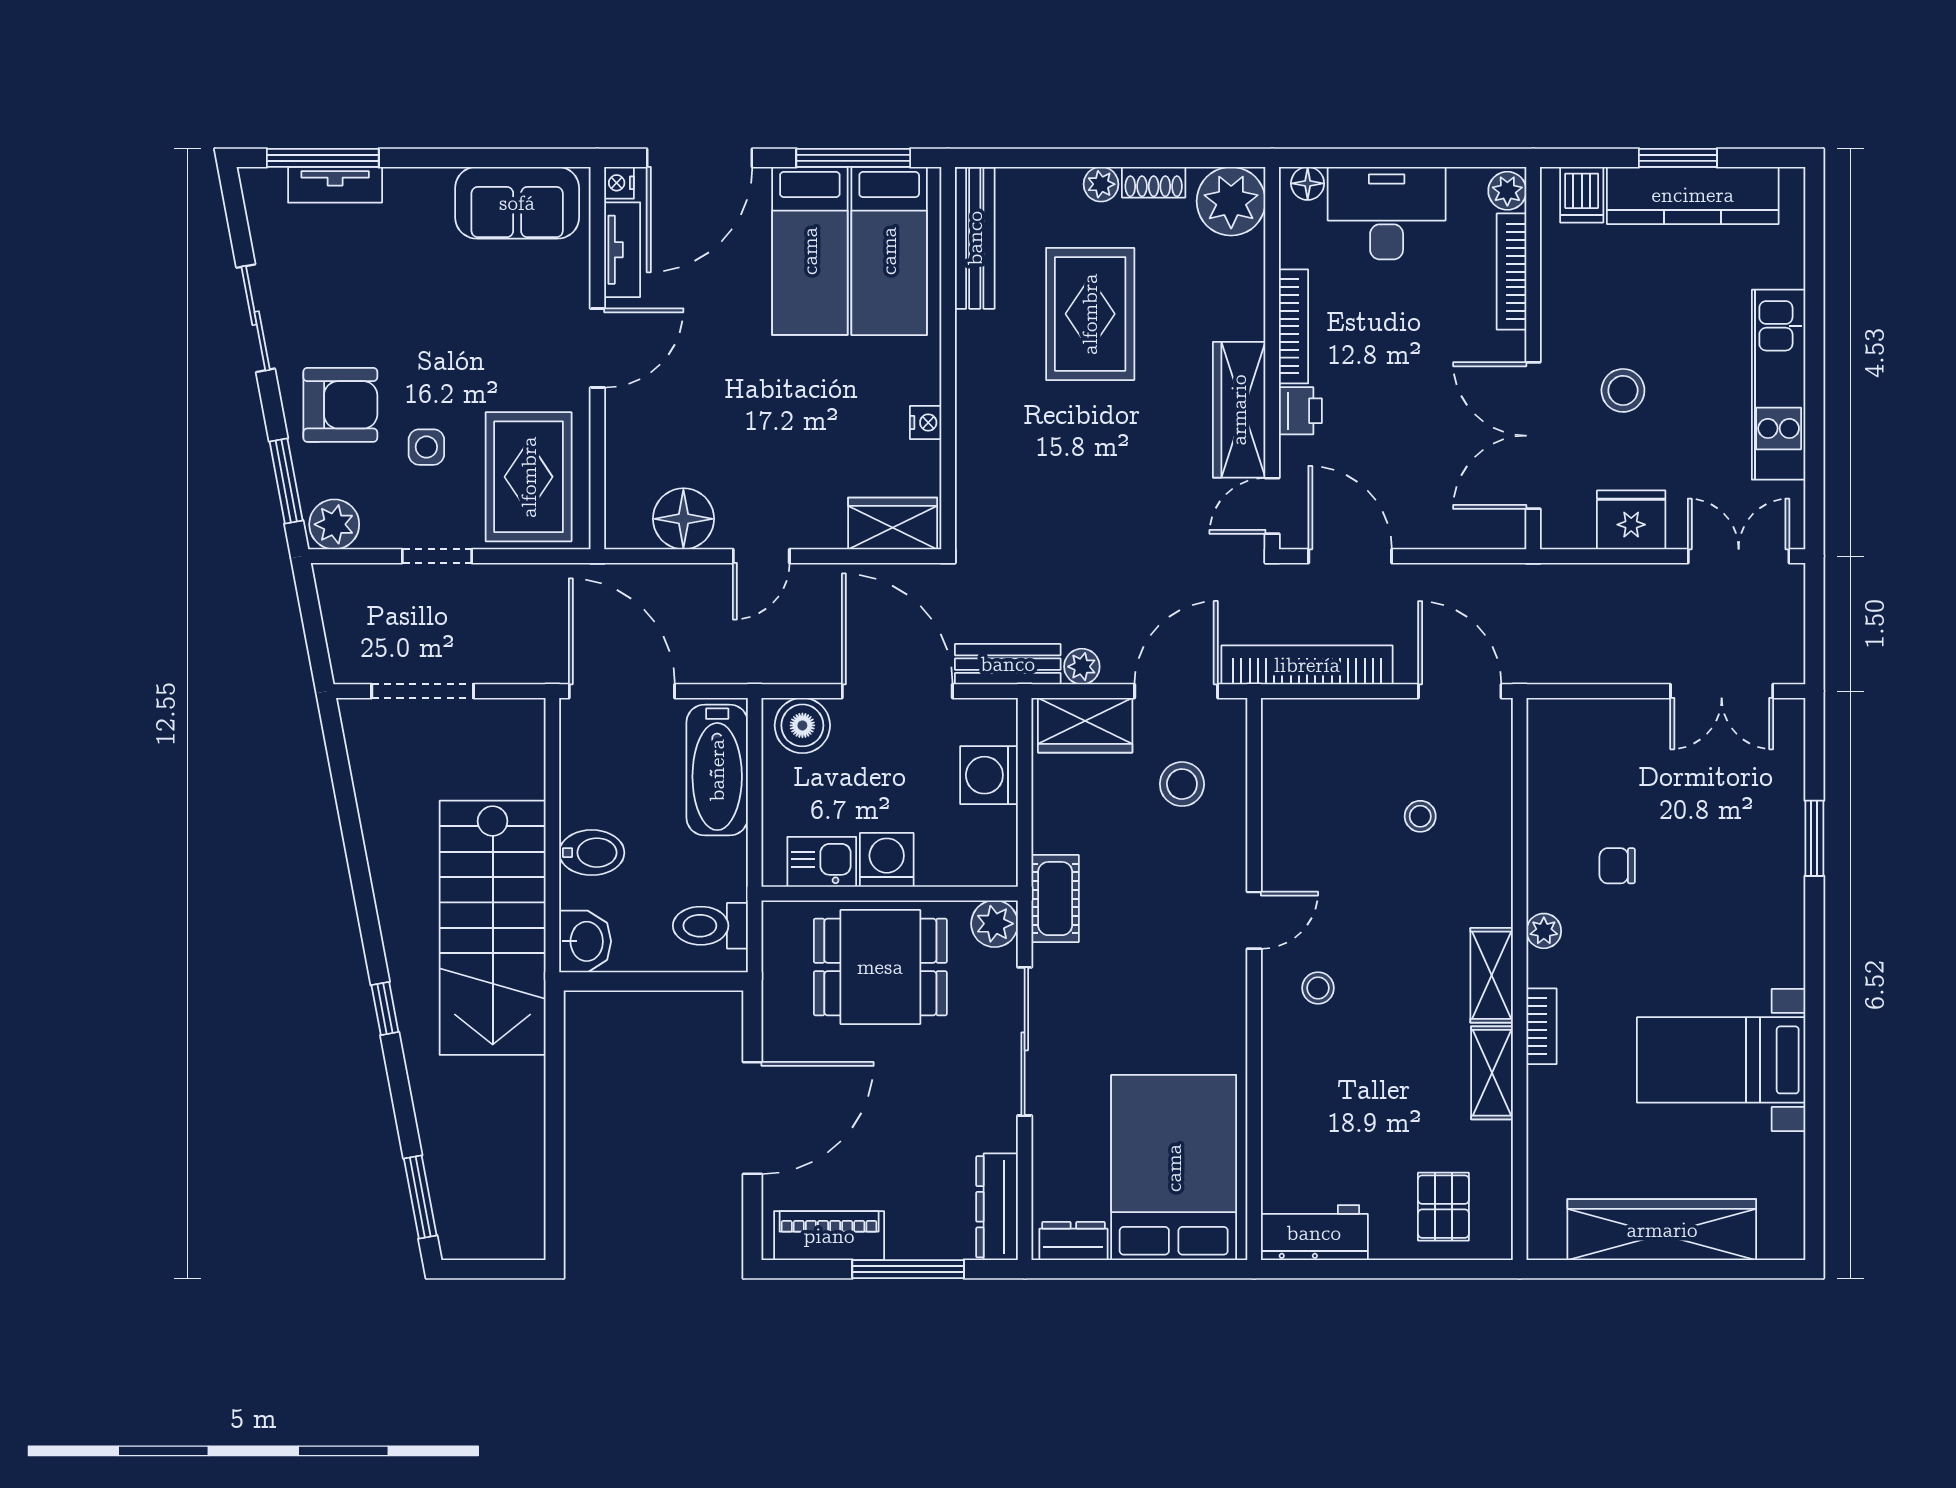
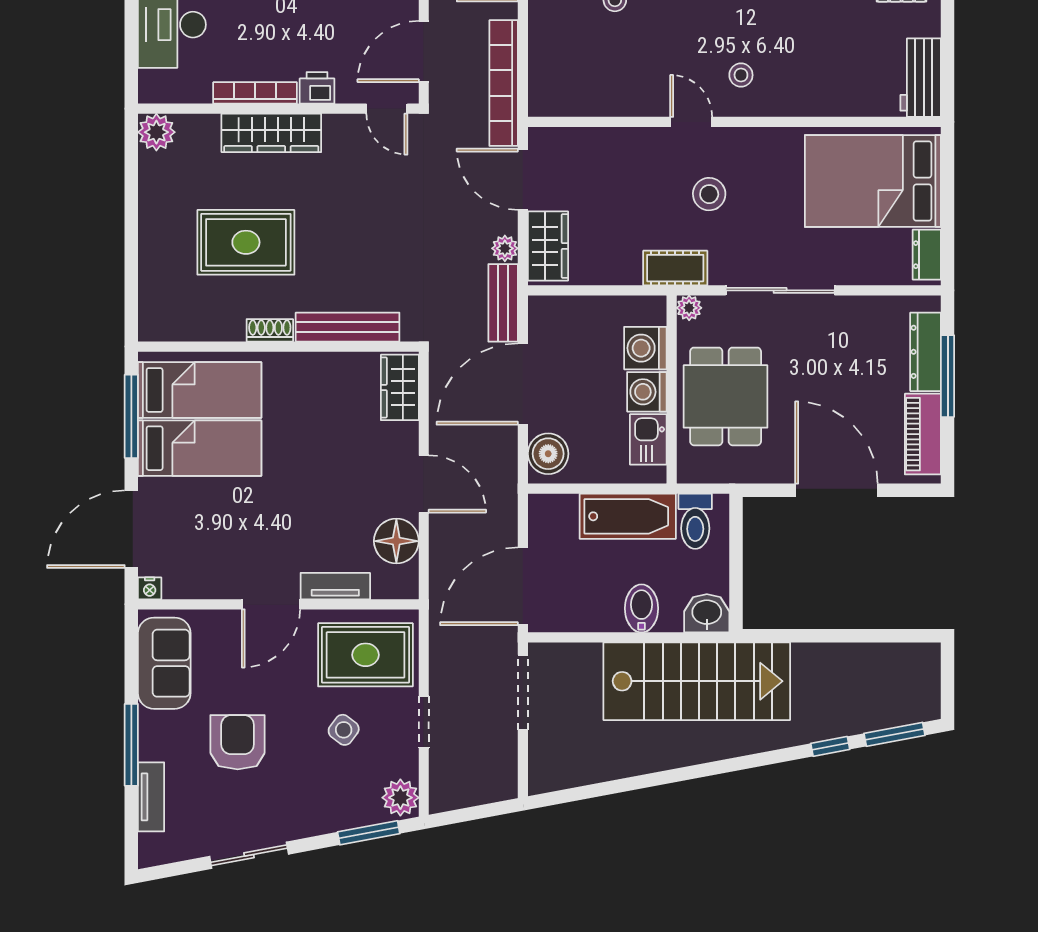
window: (323, 158) -> (131, 745), moved
door: (700, 158) -> (131, 529), swing flipped
shoe rack: (1154, 182) -> (270, 330), moved, turned -90
floor lamp: (1308, 183) -> (150, 83), removed
plant: (1101, 184) -> (151, 234), removed
plant: (1231, 201) -> (156, 132), width x0.73, depth x0.73
bench: (975, 238) -> (348, 327), moved
tv unit: (622, 250) -> (335, 586), moved
door: (597, 348) -> (271, 604), swing flipped
armchair: (340, 405) -> (238, 742), moved
wardrobe: (1239, 410) -> (271, 133), moved
nightstand: (926, 423) -> (326, 363), removed
side table: (426, 447) -> (344, 730), turned 37
door: (761, 556) -> (424, 484), width x1.38
doorway: (423, 691) -> (523, 692), moved
bathtub: (717, 770) -> (628, 516), moved
washing machine: (989, 775) -> (645, 348), moved, turned 90
stool: (1182, 784) -> (709, 194), moved
plant: (995, 924) -> (689, 308), width x0.73, depth x0.73
window: (385, 1008) -> (830, 746), moved
dresser: (997, 1207) -> (926, 352), moved, turned 90

